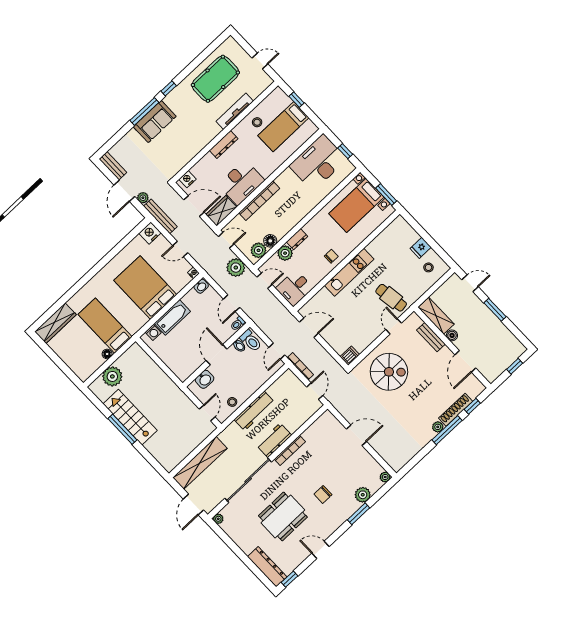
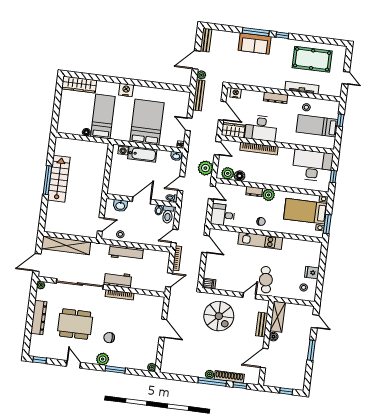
nightstand: (150, 233) -> (126, 90), moved
plant: (285, 253) -> (269, 195), moved
plant: (112, 376) -> (75, 147), removed
plant: (363, 495) -> (103, 359), moved
dresser: (267, 567) -> (39, 317), moved

